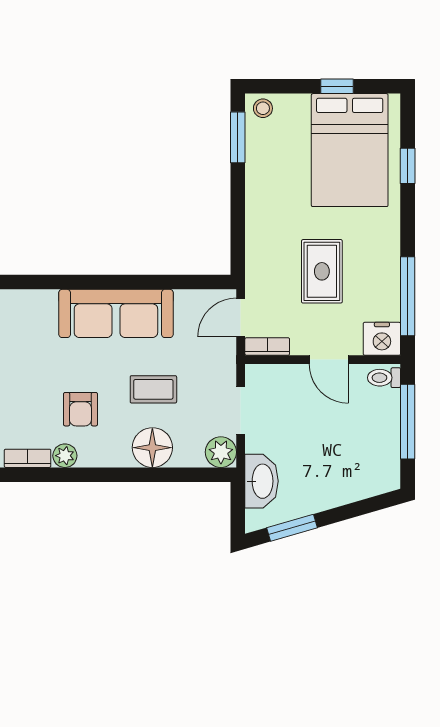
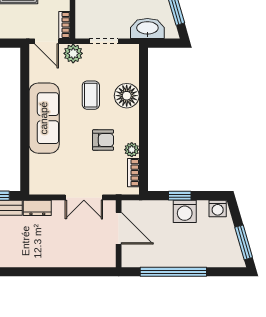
plant: (221, 452) -> (73, 53), moved

